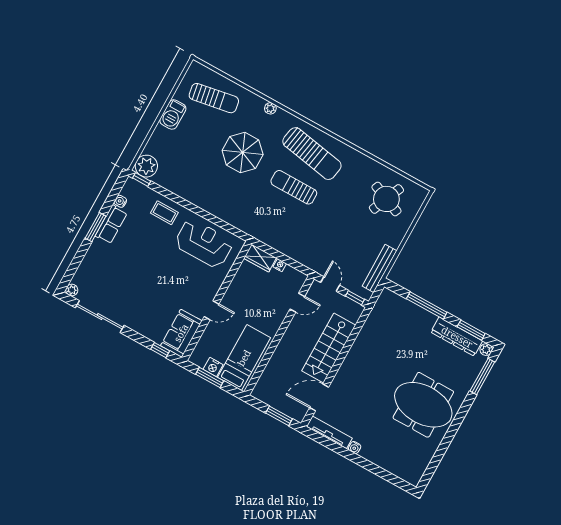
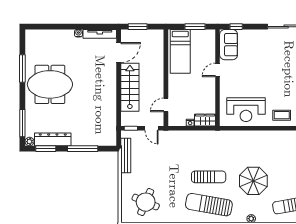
nightstand: (213, 367) -> (197, 34), removed
window: (446, 442) -> (22, 69), added

